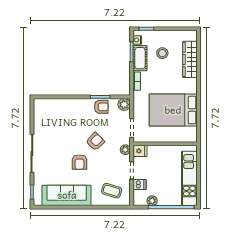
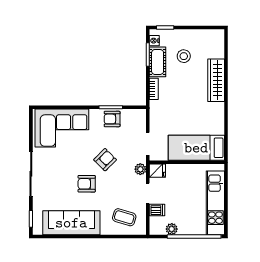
wardrobe: (190, 59) -> (216, 80), moved
plant: (124, 104) -> (139, 116), removed
armchair: (101, 107) -> (112, 119), turned 180
bed: (173, 110) -> (196, 148), moved, width x0.67
corner sofa: (58, 115) -> (62, 128), added
armchair: (79, 162) -> (87, 184), turned 90

